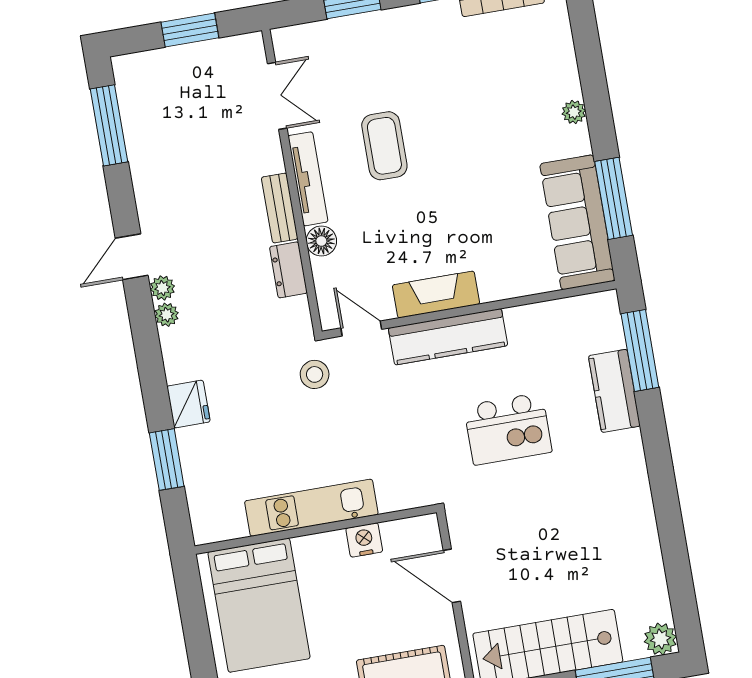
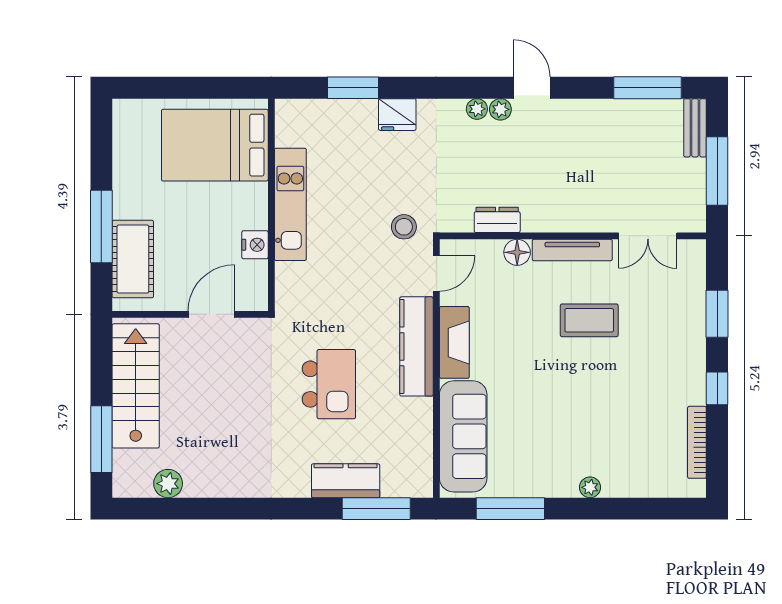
window: (190, 30) -> (717, 171), width x1.44
bench: (280, 208) -> (695, 128), moved, turned 90
sofa: (577, 222) -> (463, 436), moved, turned 90
kitchen island: (508, 429) -> (329, 384), turned 180
plant: (660, 639) -> (168, 484), moved

